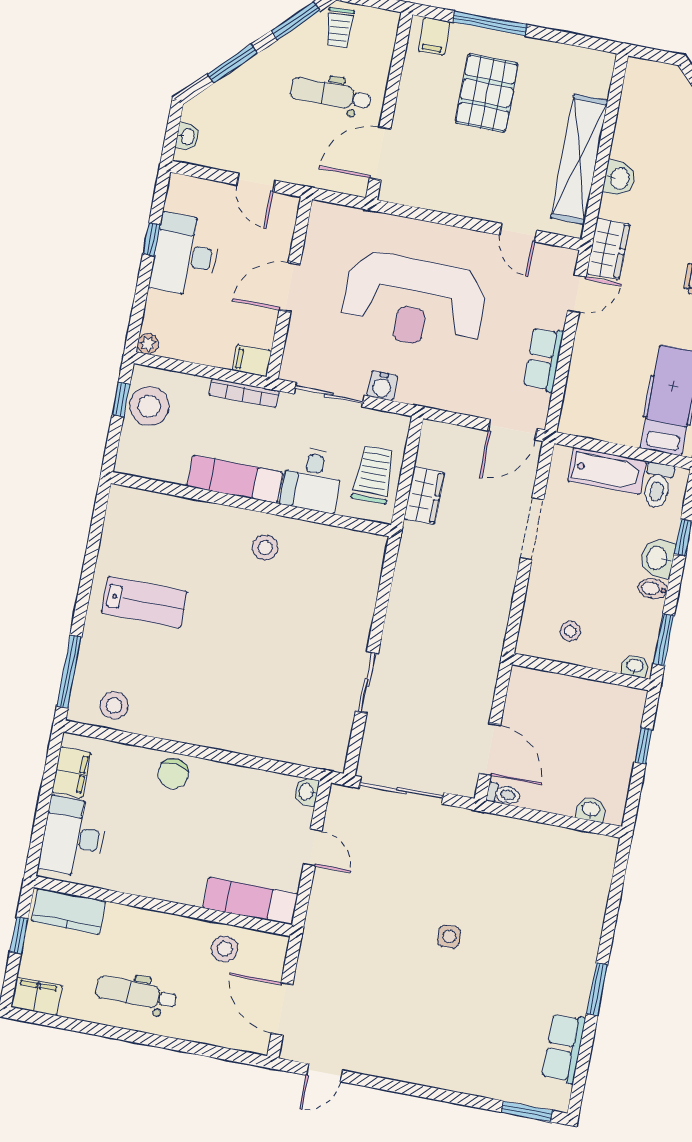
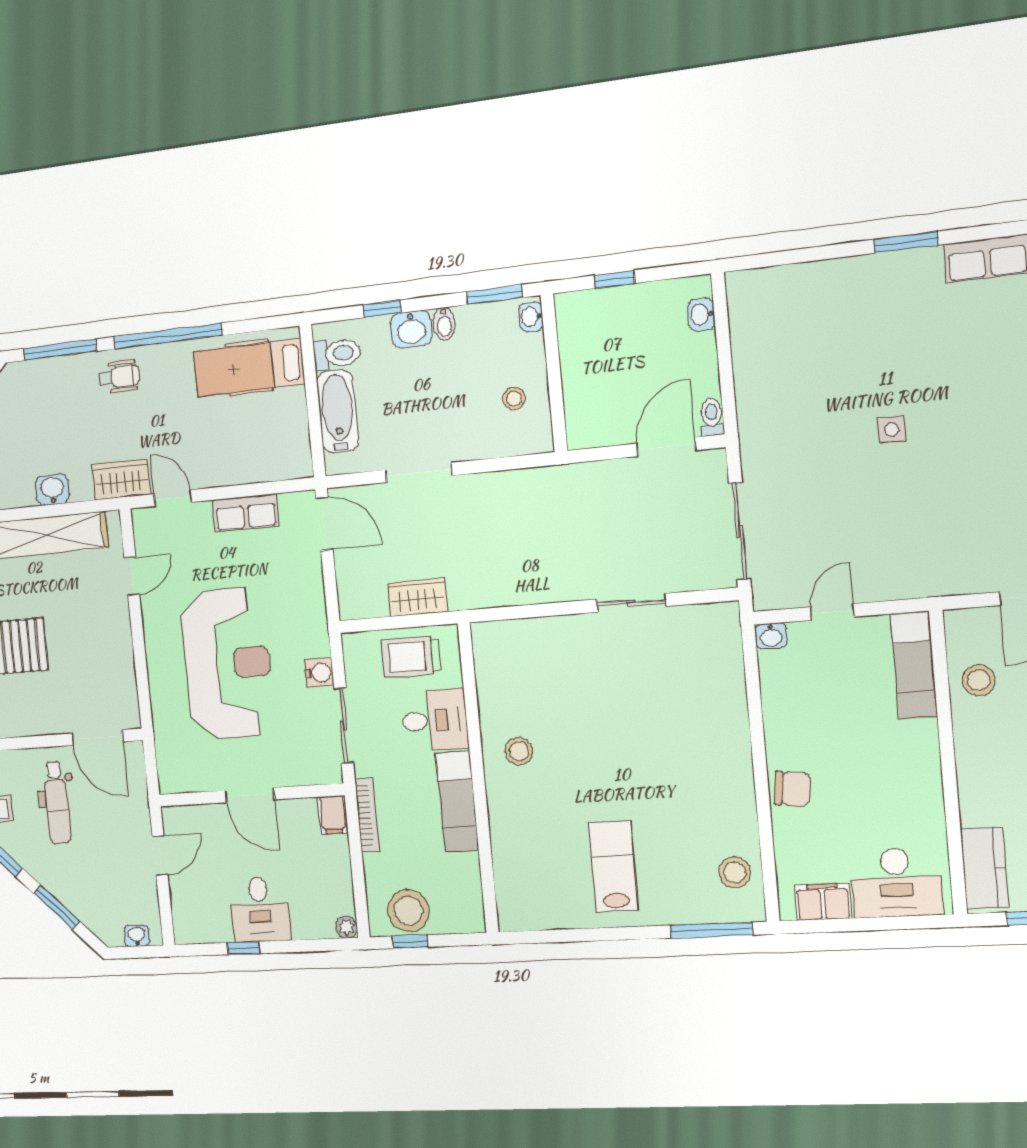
desk: (185, 255) -> (260, 909), width x0.73

